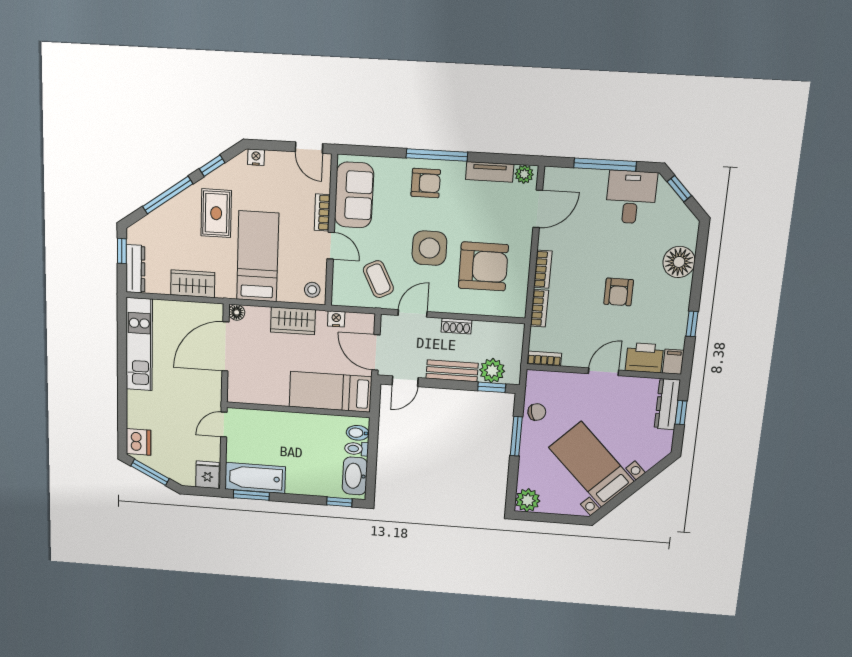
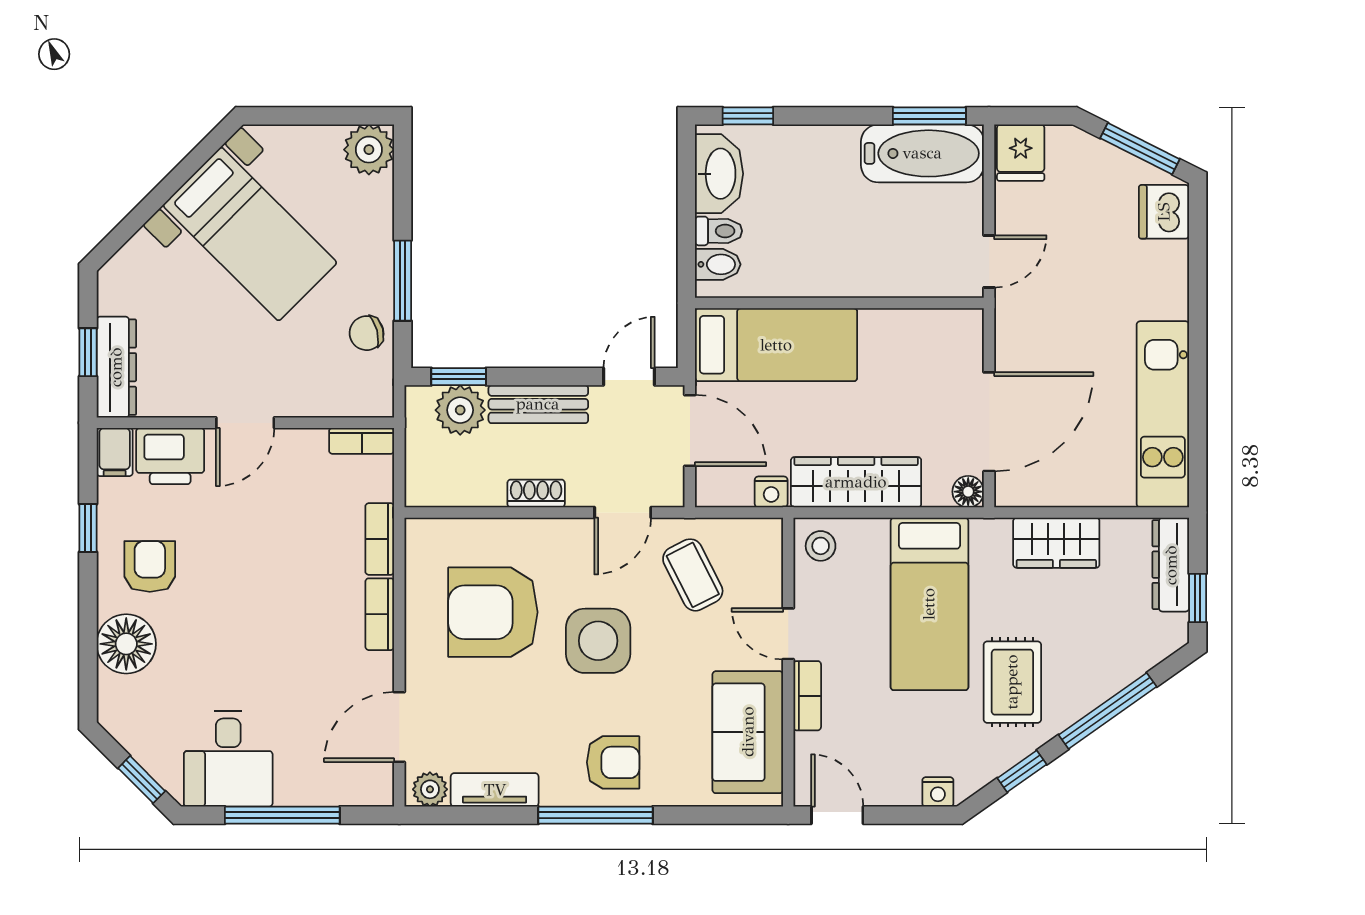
armchair: (426, 183) -> (613, 762), turned 180
armchair: (619, 292) -> (150, 566), moved
wardrobe: (293, 321) -> (856, 482), width x1.50

